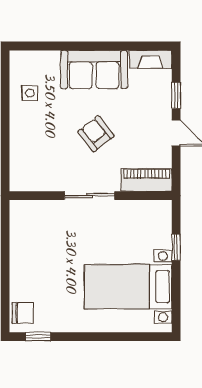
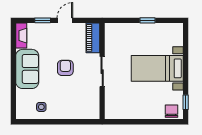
armchair: (96, 134) -> (65, 68), turned 128
window: (176, 247) -> (147, 20), moved
bed with nightstands: (128, 287) -> (157, 68), moved, turned 90

